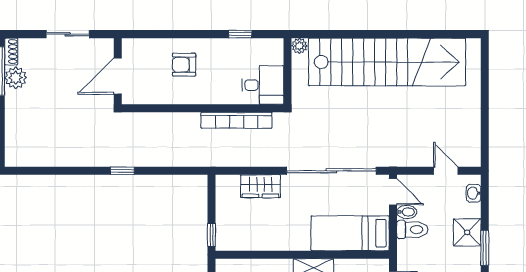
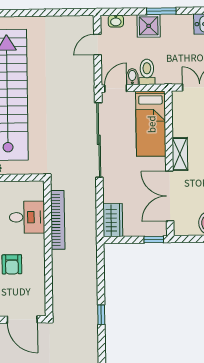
desk: (263, 85) -> (27, 217), moved, turned 90
wardrobe: (261, 186) -> (113, 220), moved
double door: (263, 255) -> (170, 196), added

